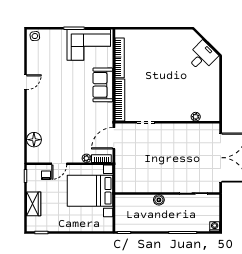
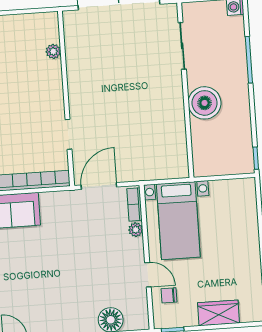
door: (114, 138) -> (99, 186), swing flipped
bed with nightstands: (90, 191) -> (178, 221), width x0.73
boiler: (159, 200) -> (205, 103), width x1.86, depth x1.86

